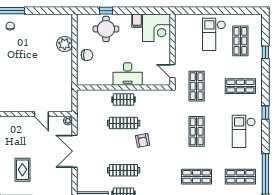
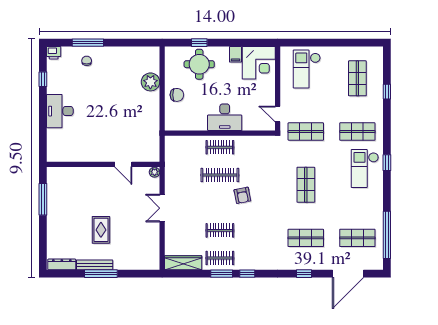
checkout: (214, 34) -> (307, 69), moved
shop shelf: (197, 86) -> (306, 132), turned 90
checkout: (244, 131) -> (365, 169), moved
double door: (74, 151) -> (162, 208), width x0.73
clothes rail: (124, 170) -> (220, 230), width x0.73

